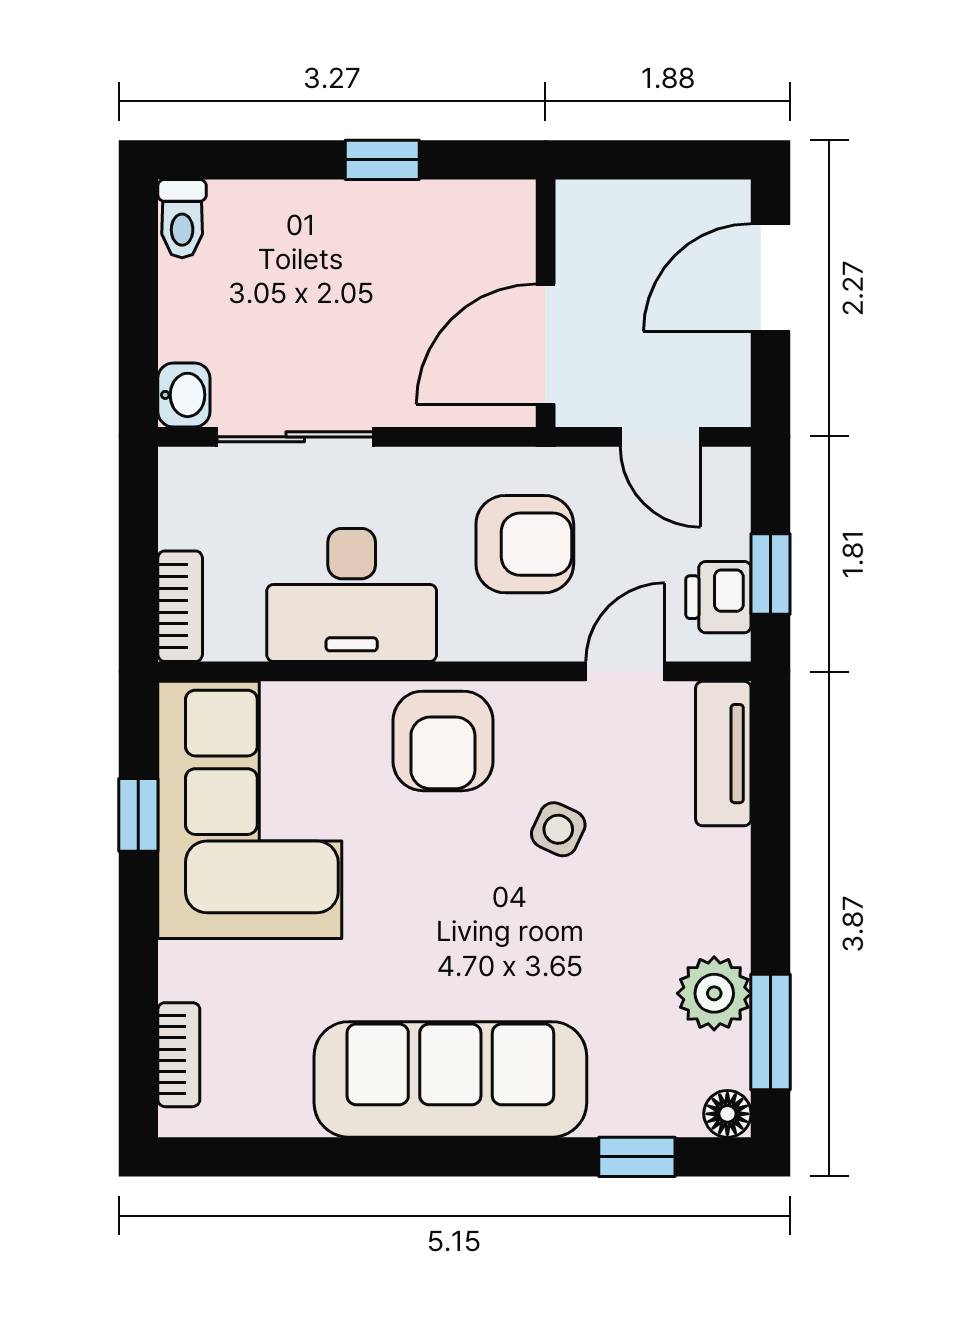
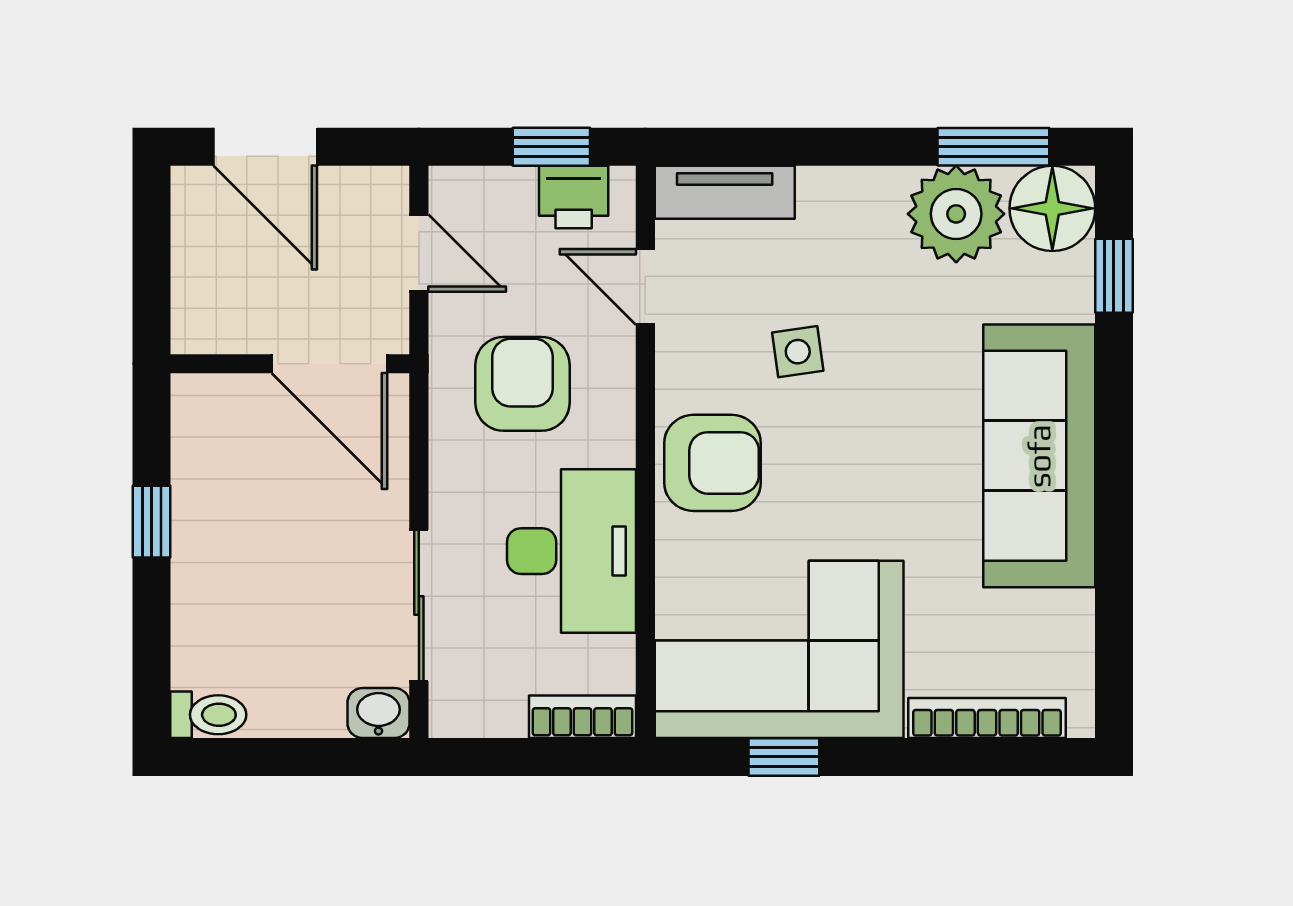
door: (660, 437) -> (419, 253), hinge flipped
side table: (558, 829) -> (798, 352), turned -33
plant: (714, 993) -> (956, 214), width x1.36, depth x1.36
bookcase: (179, 1055) -> (987, 718), width x1.56
floor lamp: (727, 1114) -> (1052, 208), width x1.89, depth x1.89

